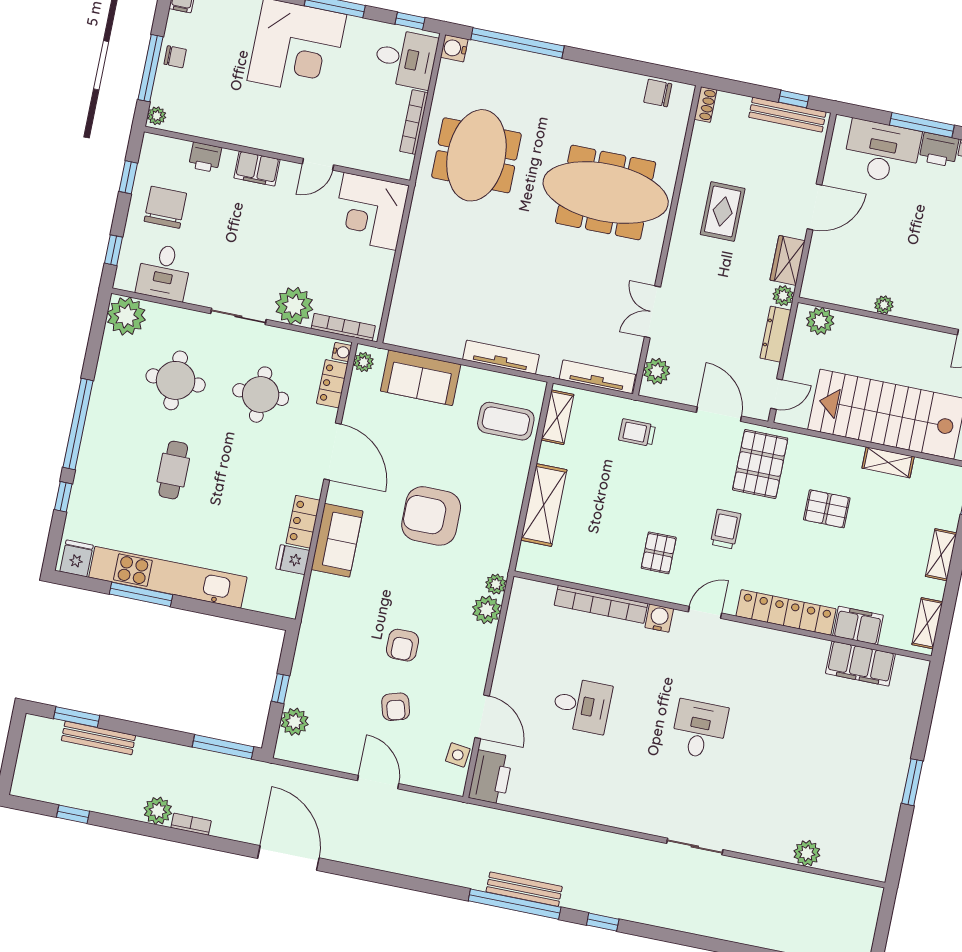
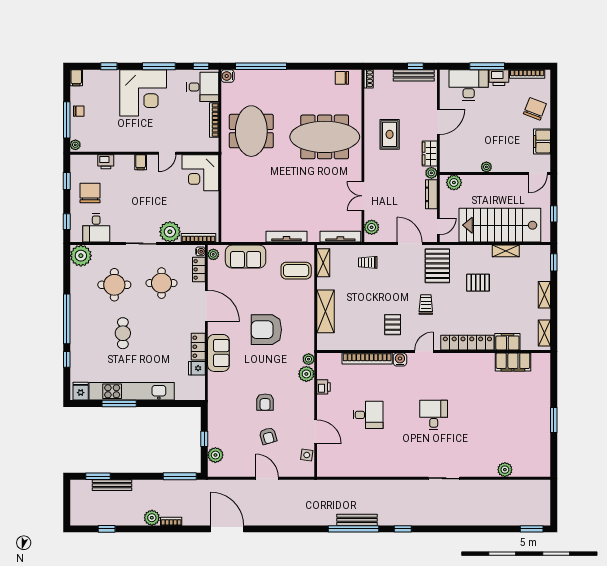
filing cabinet: (257, 169) -> (141, 162), width x0.50
printer: (490, 777) -> (324, 387), moved, width x0.53, depth x0.68

